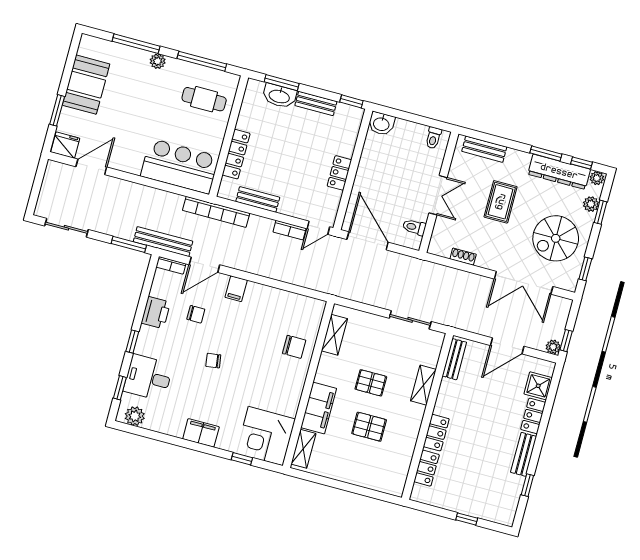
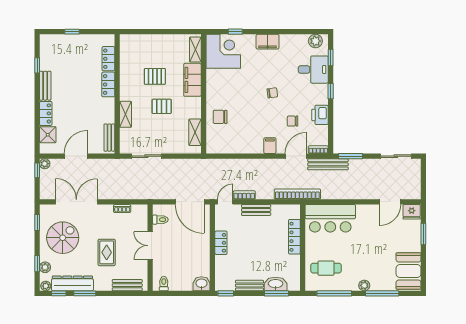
booth: (86, 85) -> (409, 271), moved
bench: (258, 199) -> (256, 210), moved

